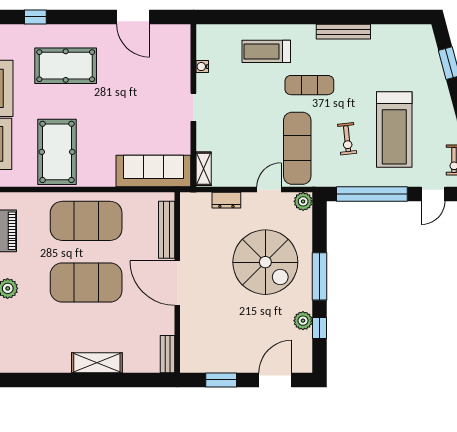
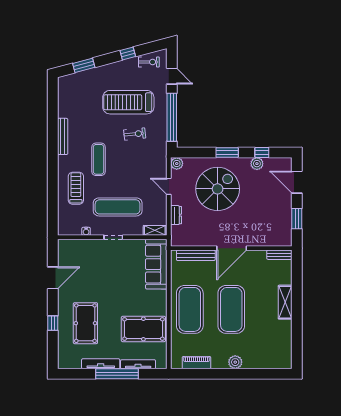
window: (35, 17) -> (53, 323), moved
treadmill: (266, 51) -> (76, 188), turned 180
treadmill: (394, 129) -> (128, 102), turned 180
exercise mat: (297, 148) -> (118, 207), moved
window: (319, 276) -> (227, 153), width x0.69

